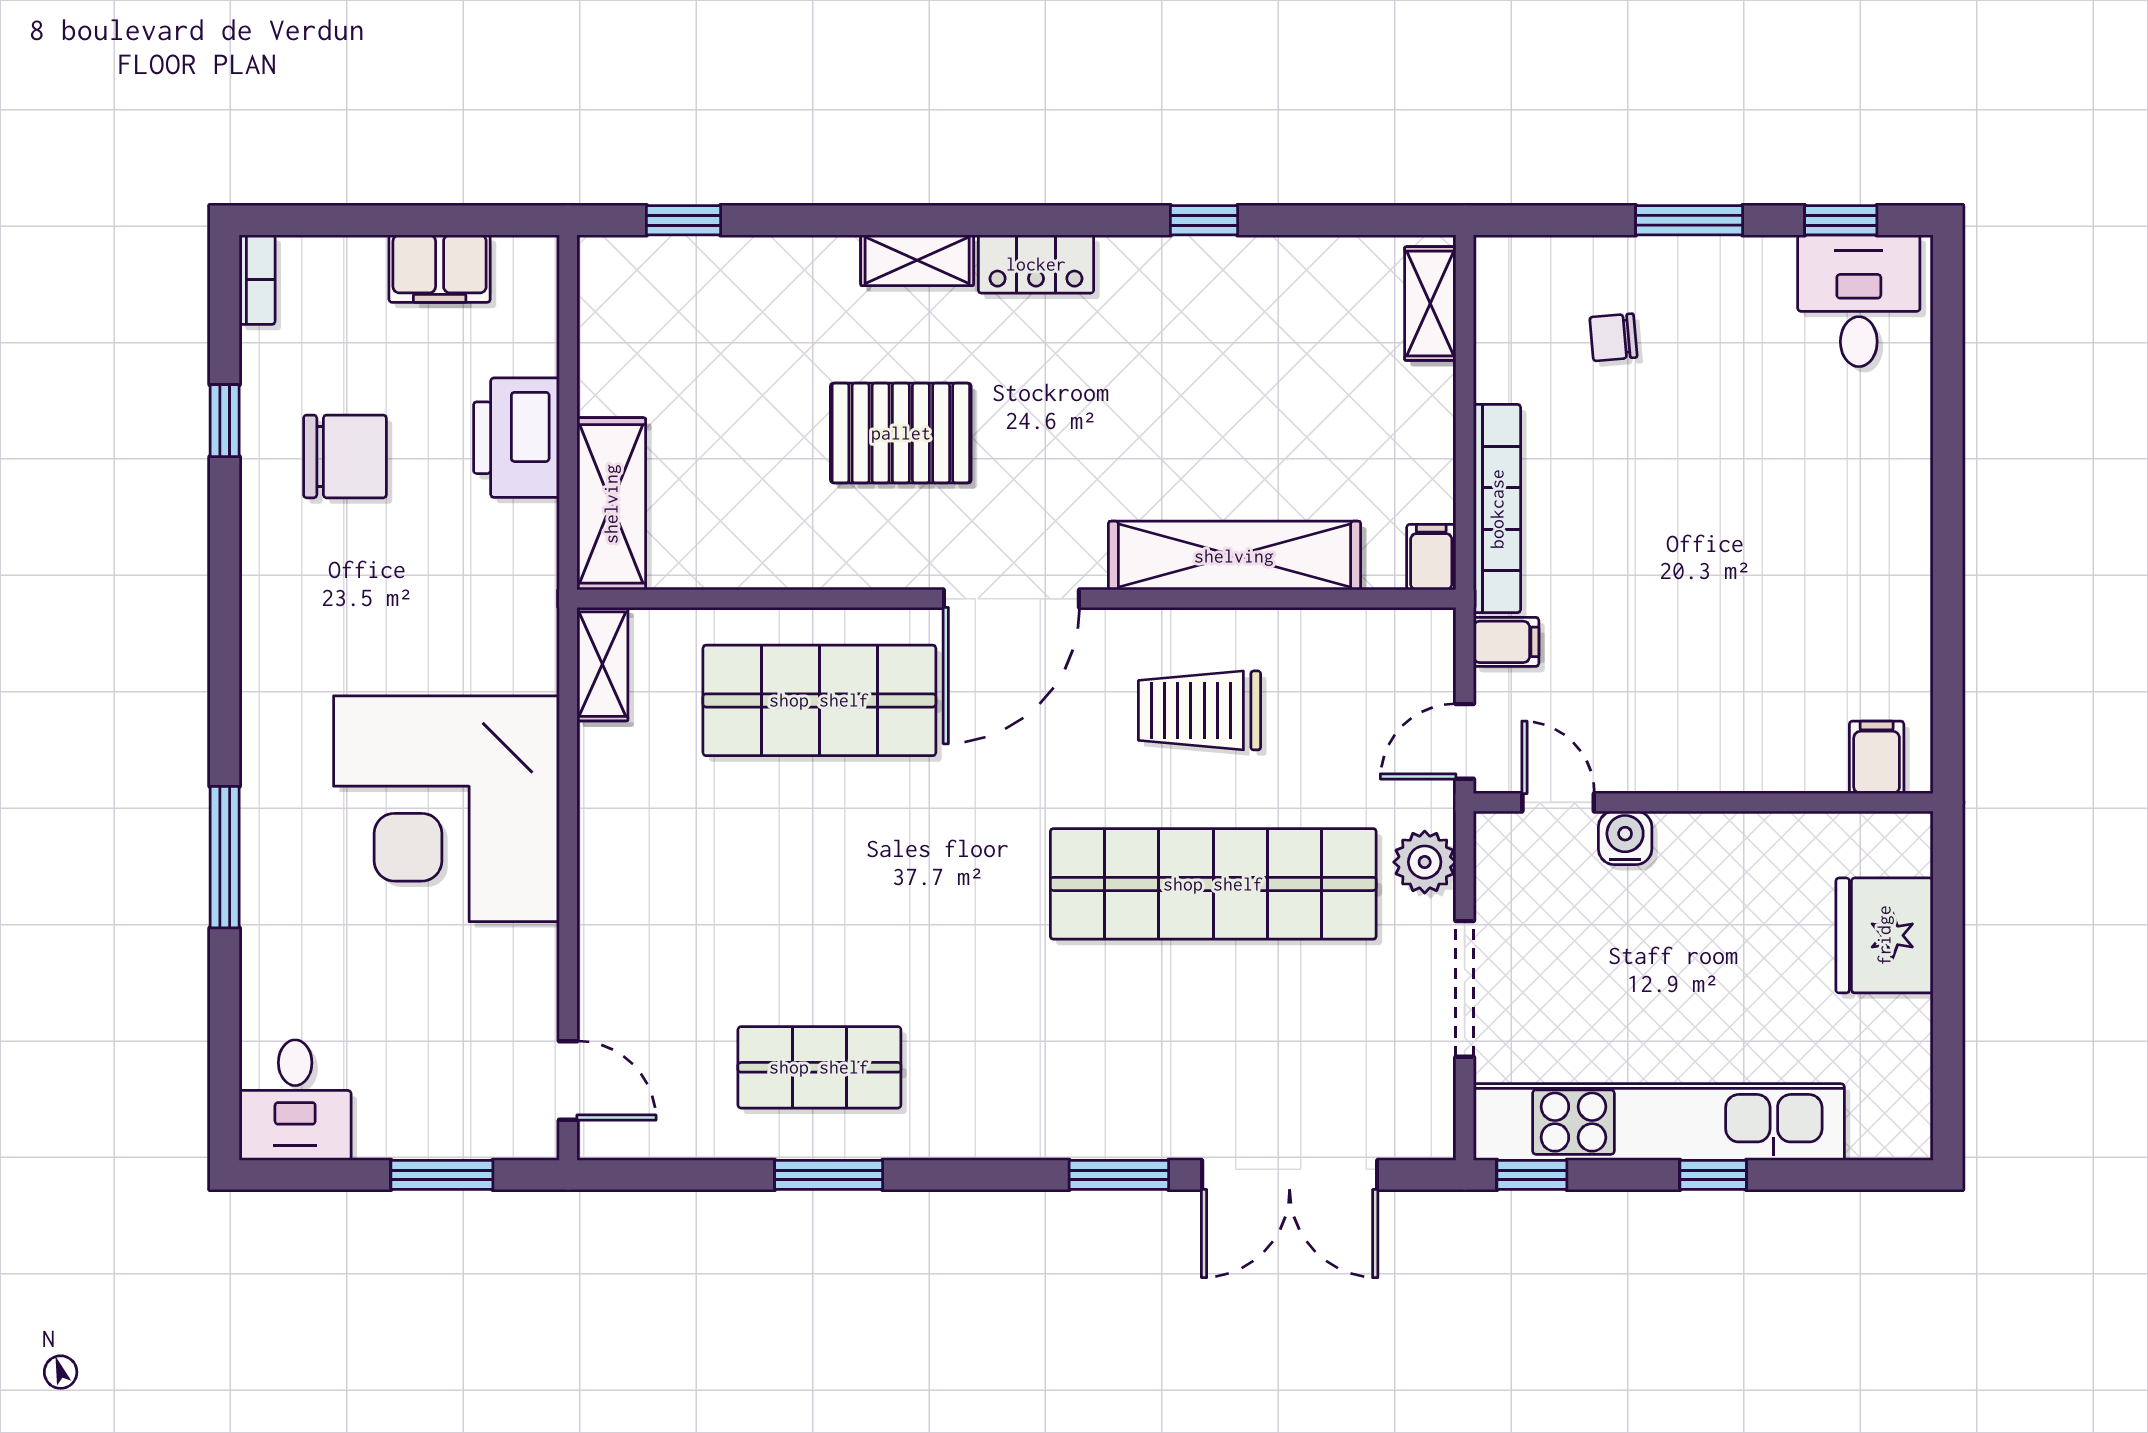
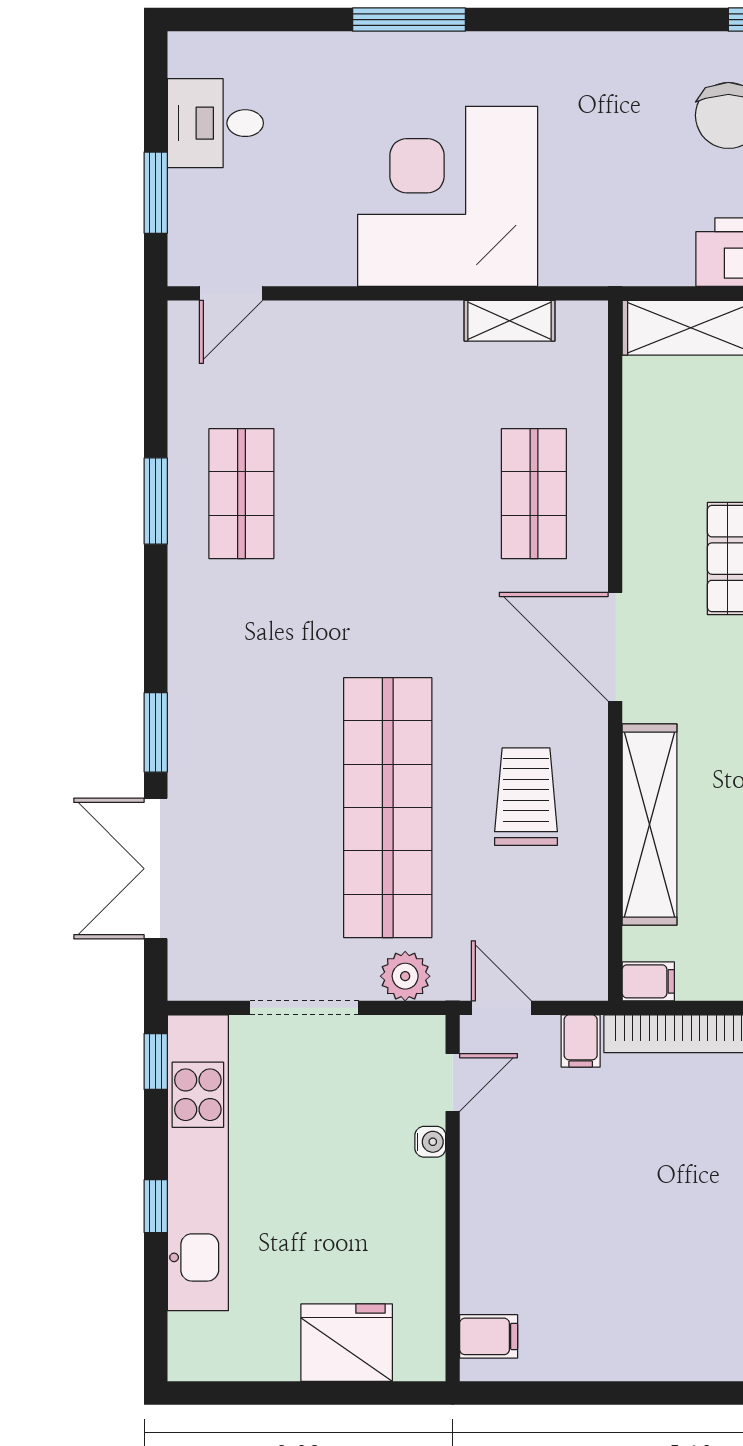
shelving: (602, 664) -> (509, 321), moved
shop shelf: (819, 700) -> (534, 494), width x0.70, depth x0.74
water cooler: (1625, 838) -> (430, 1142), width x0.72, depth x0.72
desk: (295, 1100) -> (215, 123), moved

